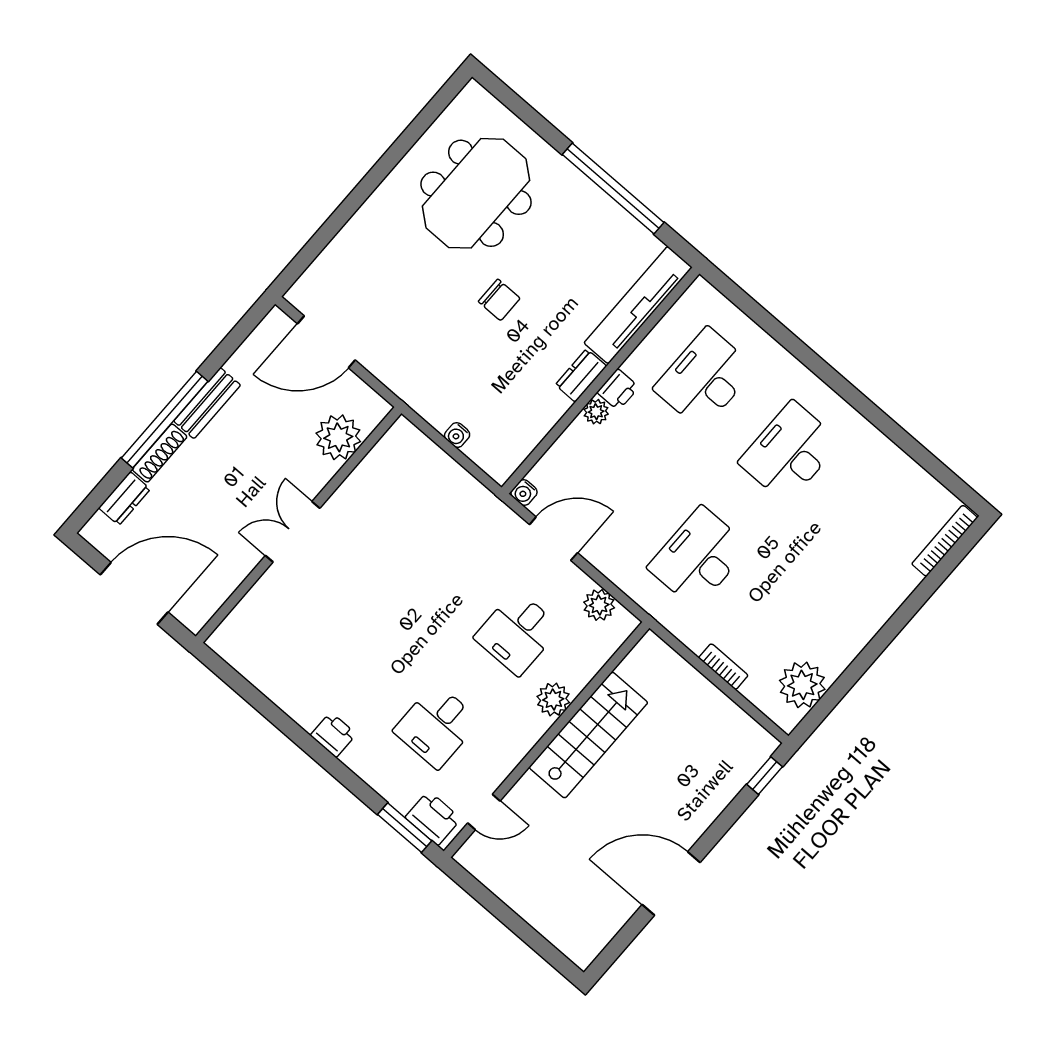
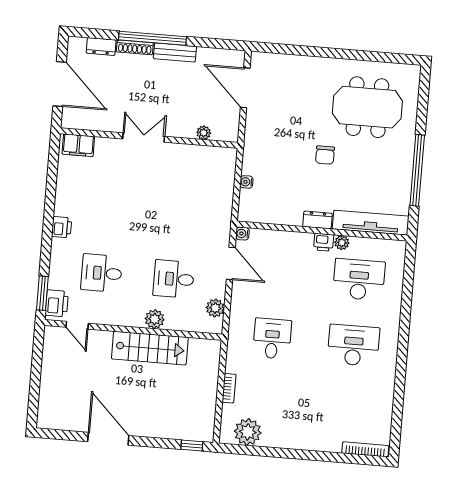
plant: (596, 412) -> (342, 243), moved
plant: (338, 437) -> (204, 133), width x0.53, depth x0.53
desk: (698, 557) -> (272, 339), width x0.73
filing cabinet: (237, 629) -> (78, 145), added

